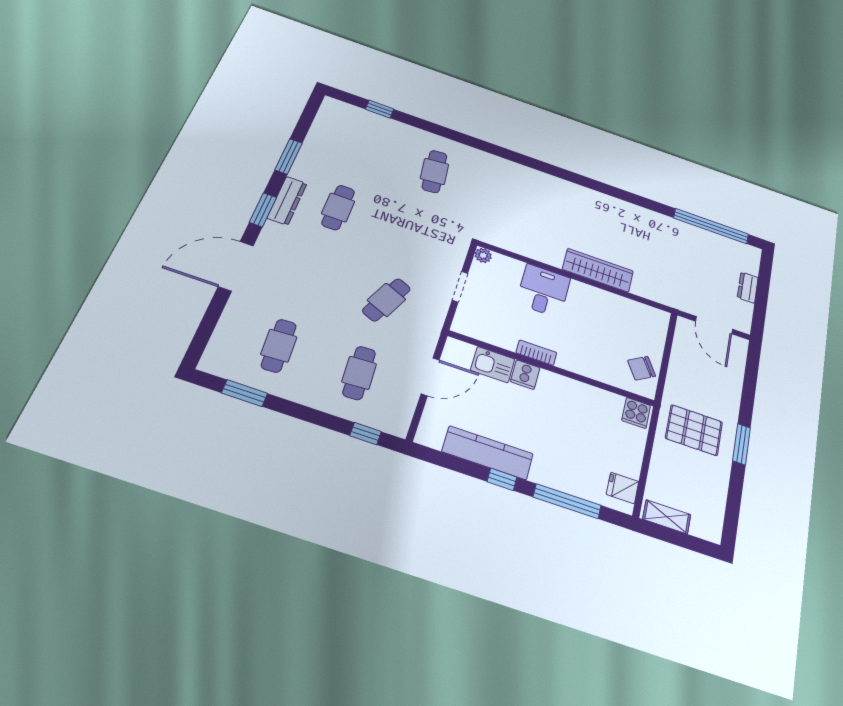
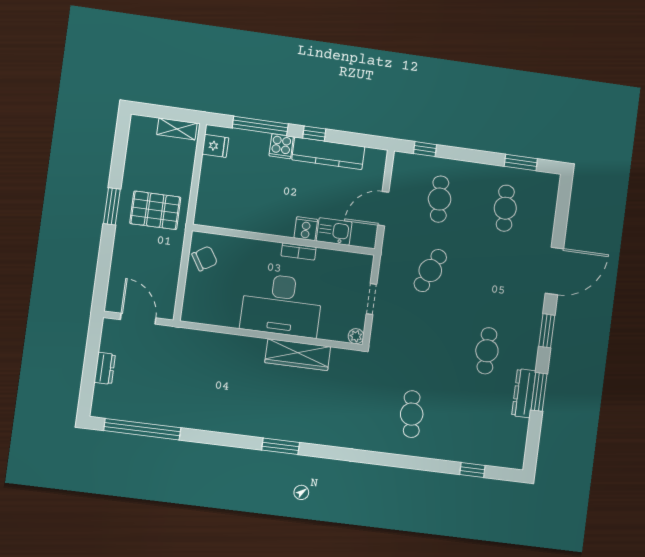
window: (575, 178) -> (281, 446), added
dresser: (287, 201) -> (524, 393), moved
wardrobe: (598, 270) -> (298, 355), moved
desk: (543, 291) -> (282, 305), width x1.87, depth x1.30
cooker: (636, 413) -> (281, 146), moved, turned 180

